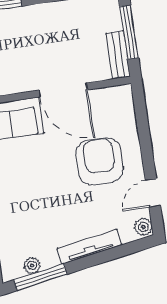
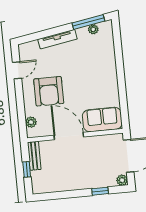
window: (129, 32) -> (27, 169), width x0.46
plant: (143, 227) -> (31, 122), moved

